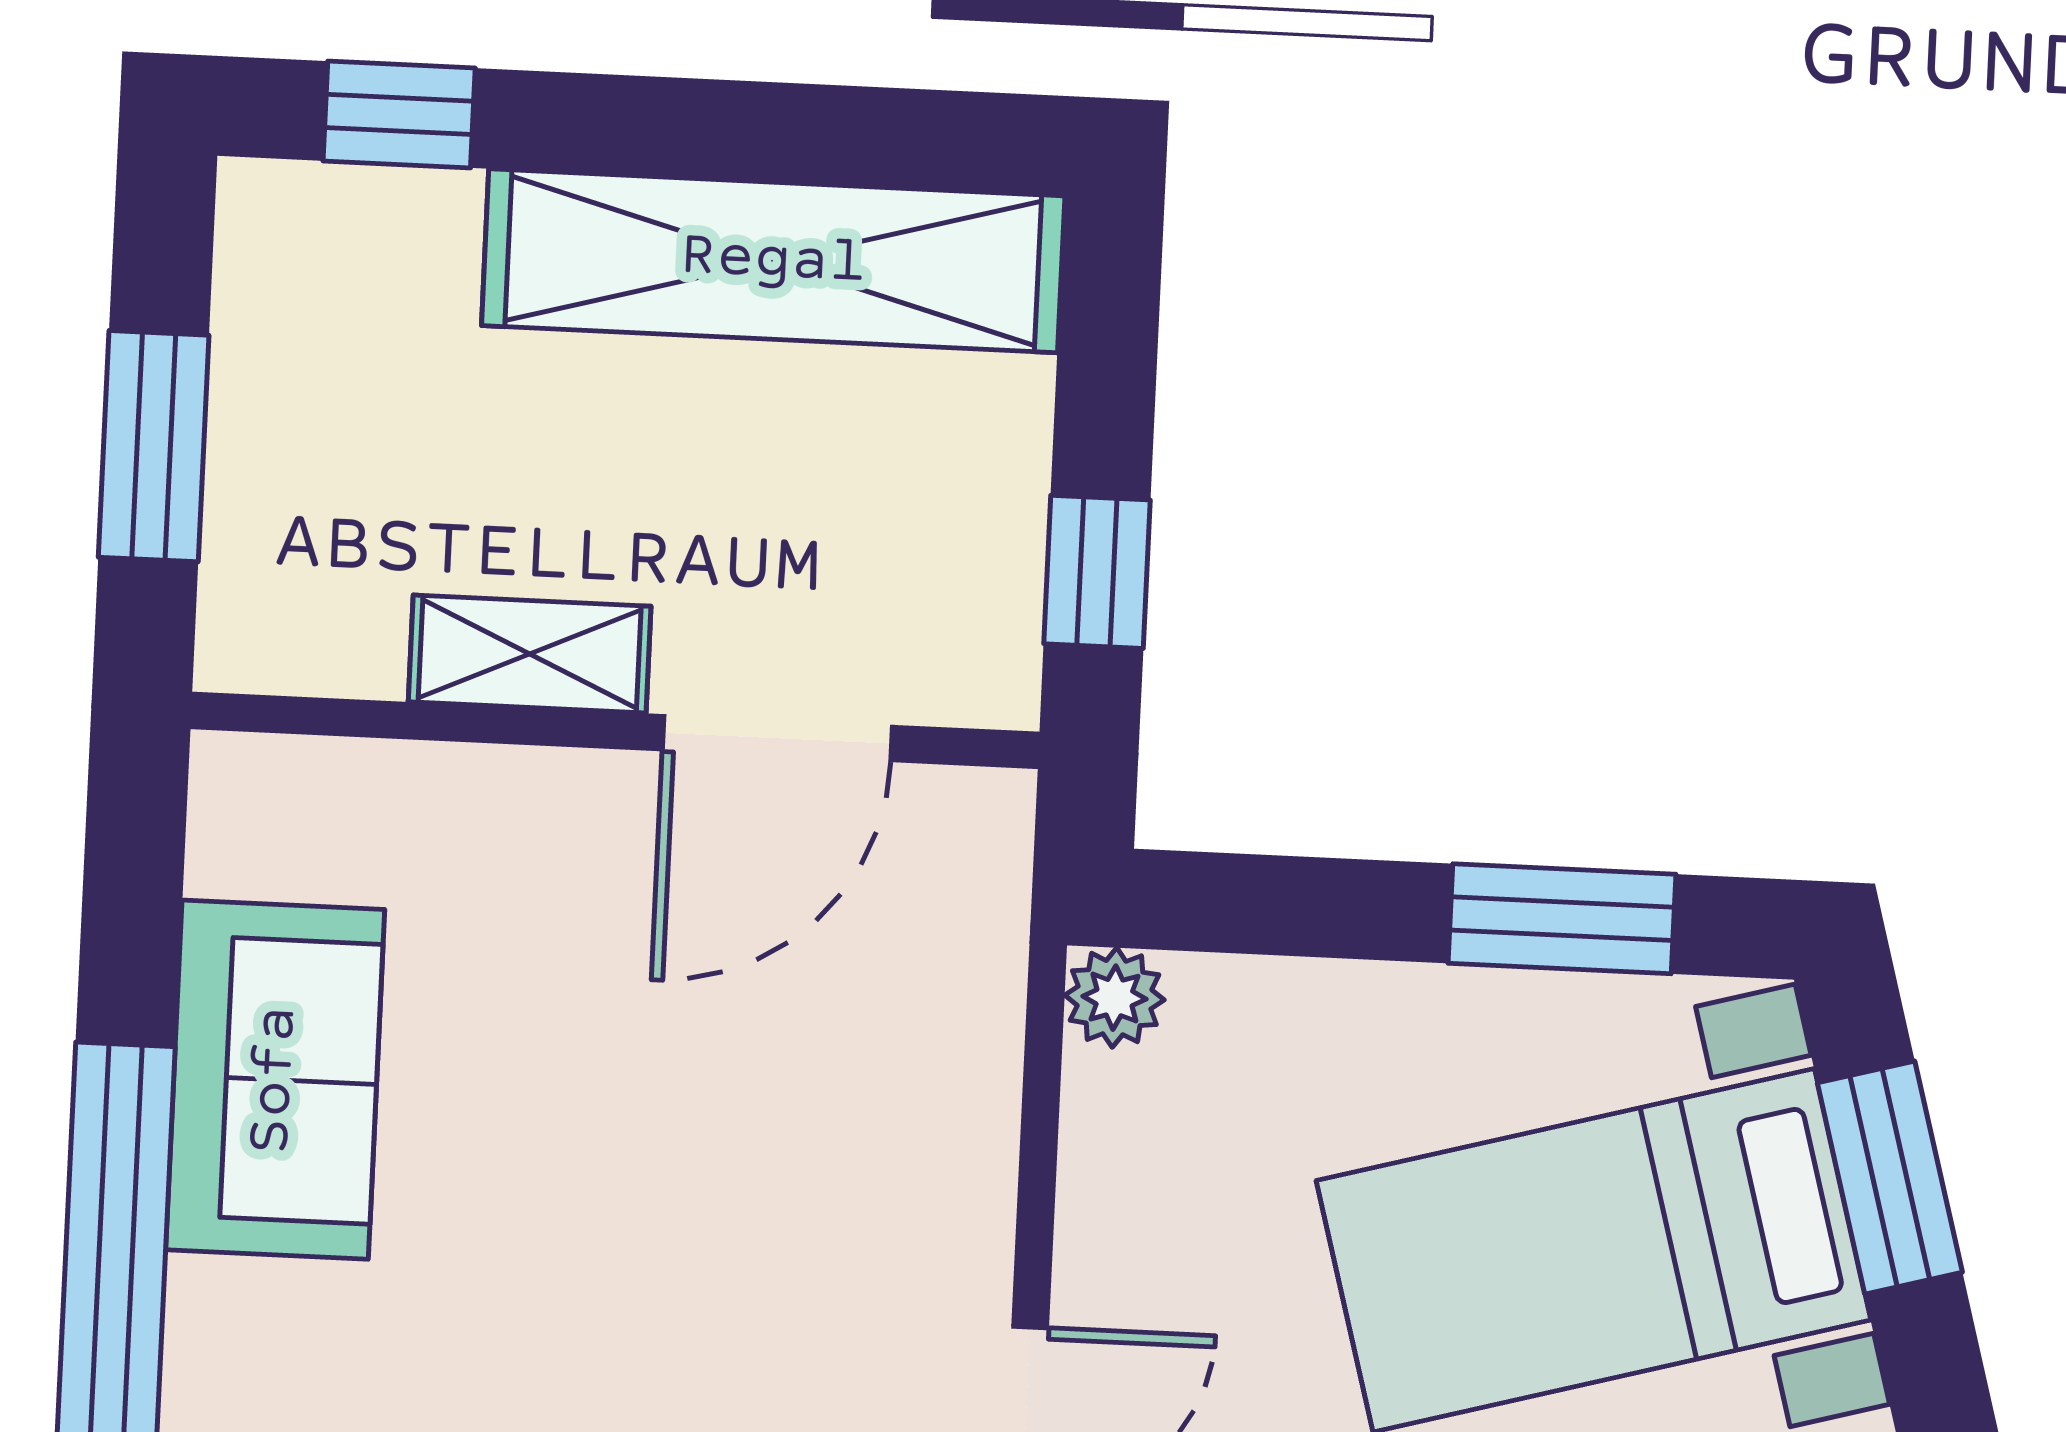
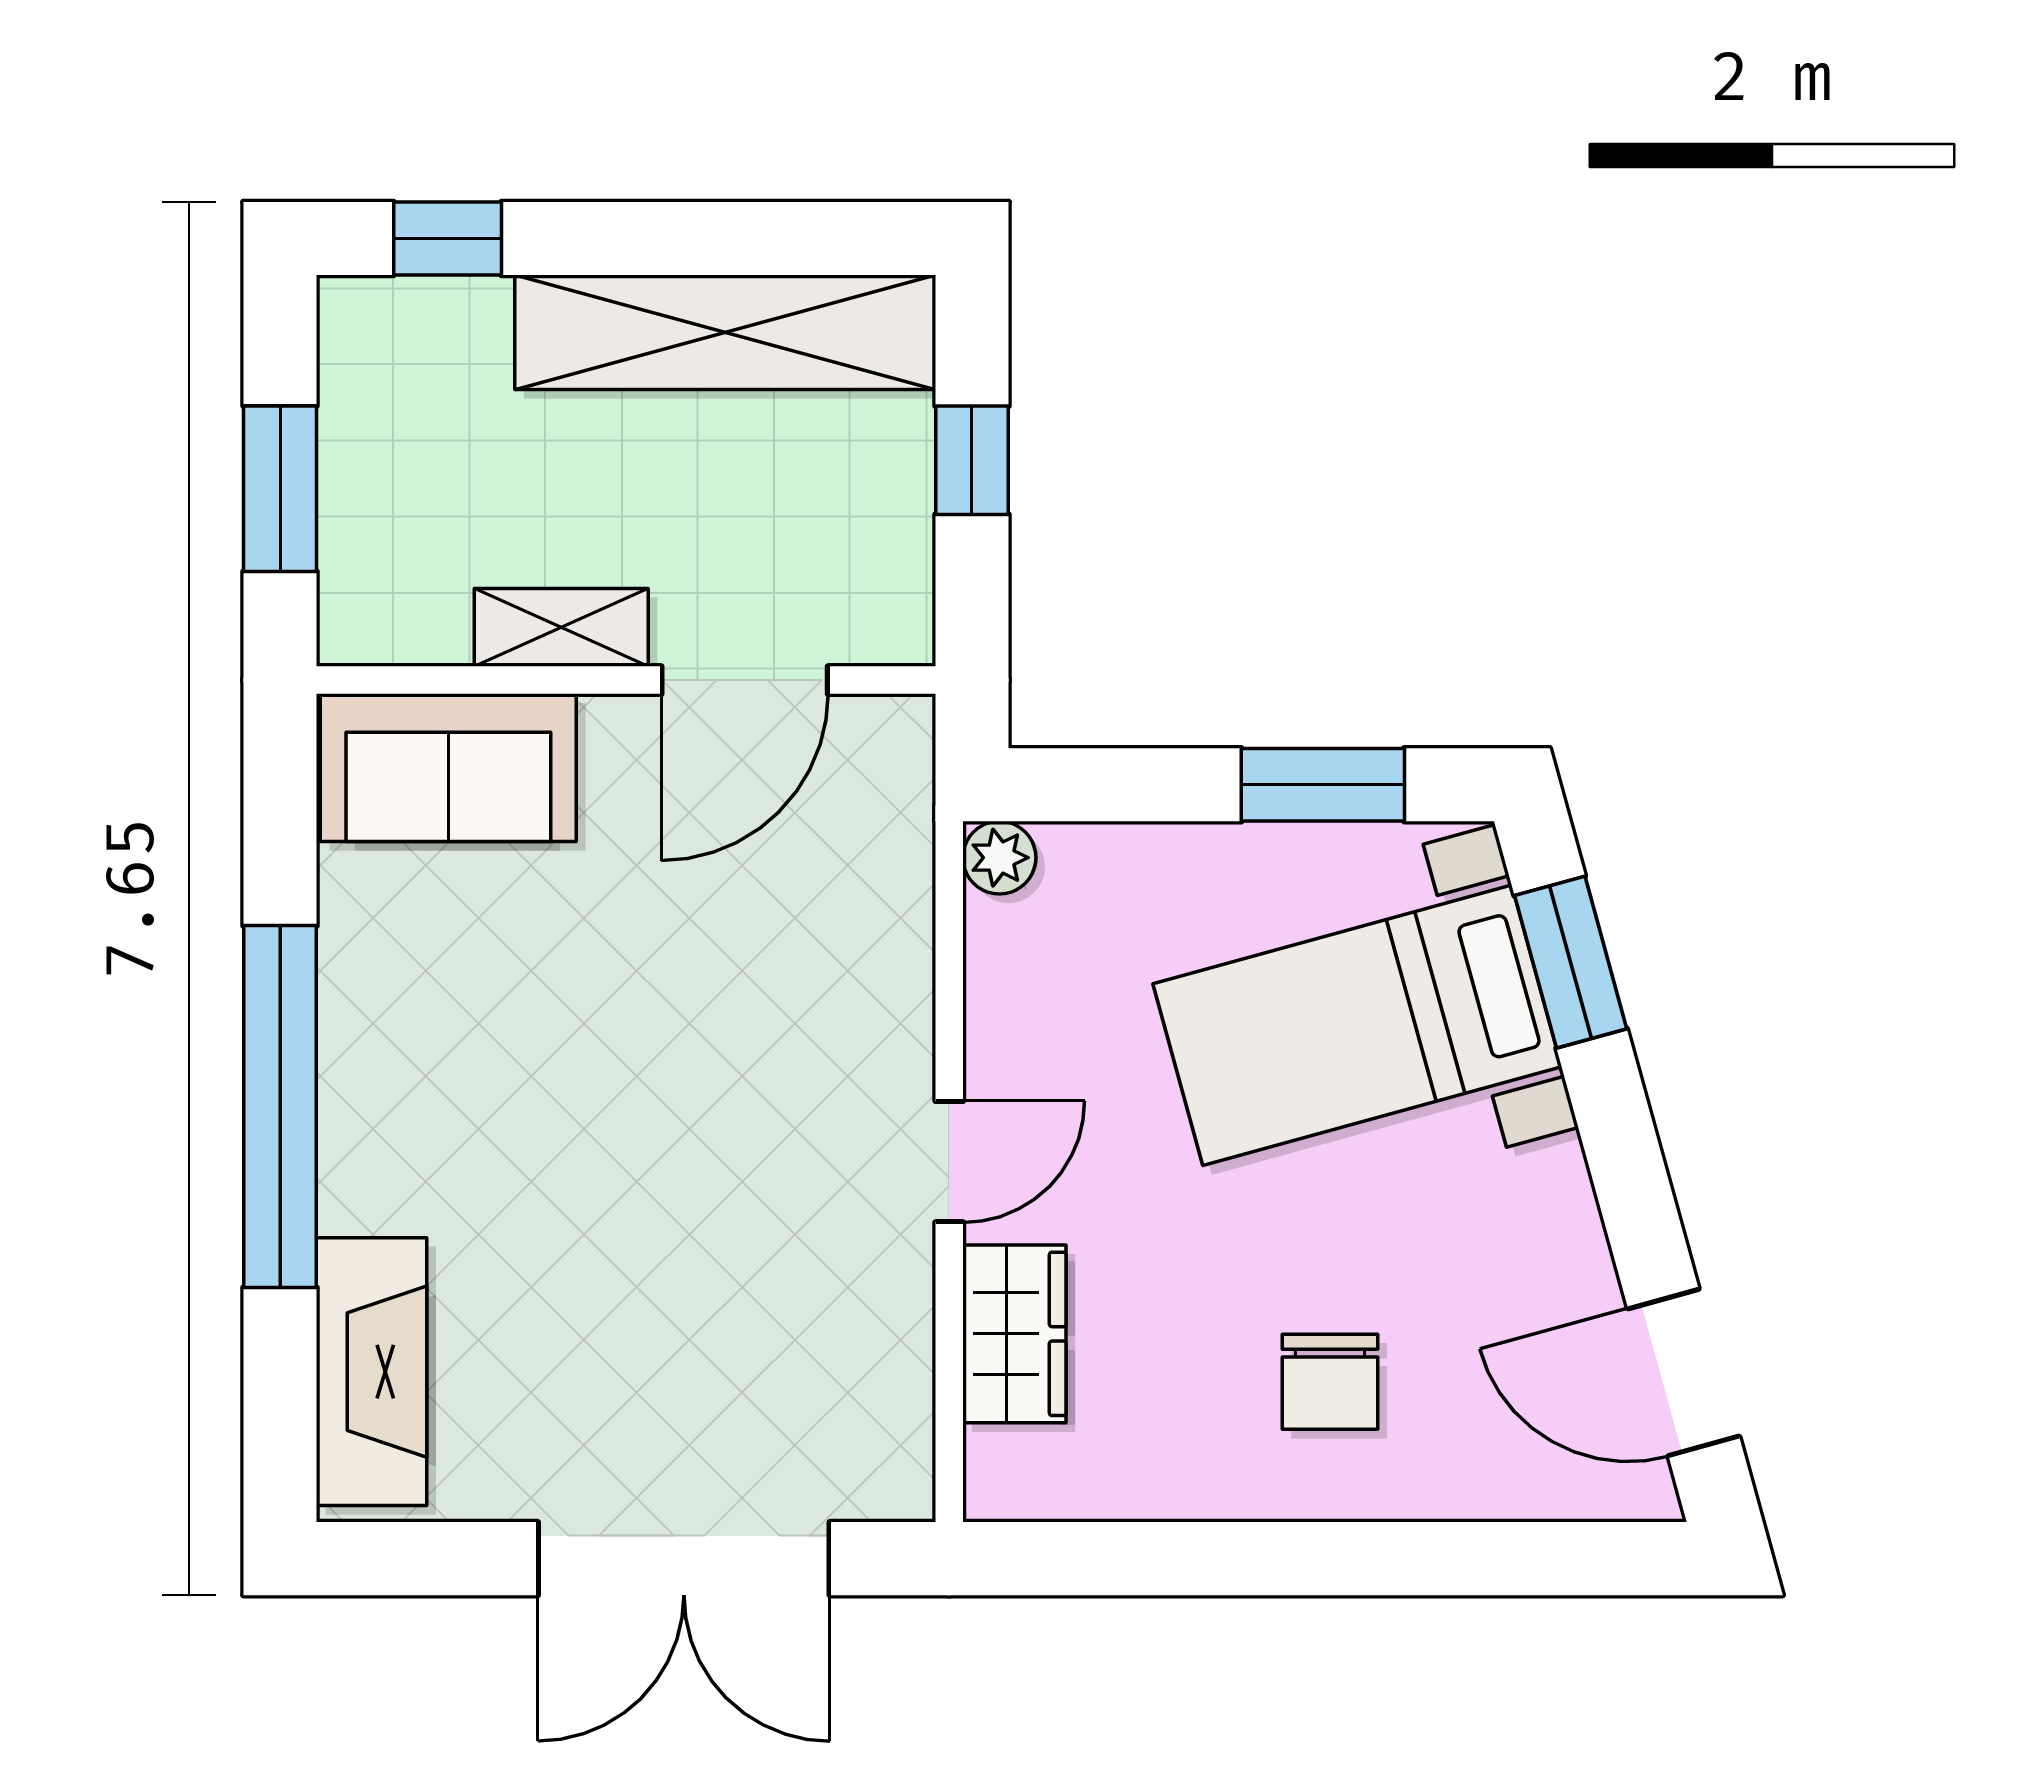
window: (1097, 572) -> (972, 460), moved
sofa: (275, 1080) -> (448, 768), moved, turned 90

